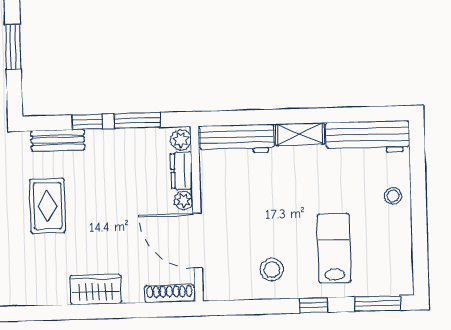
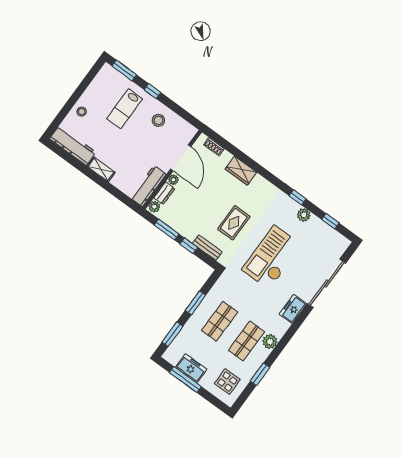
workbench: (237, 139) -> (148, 186), moved, turned -90
shoe rack: (169, 294) -> (214, 147), width x0.70

